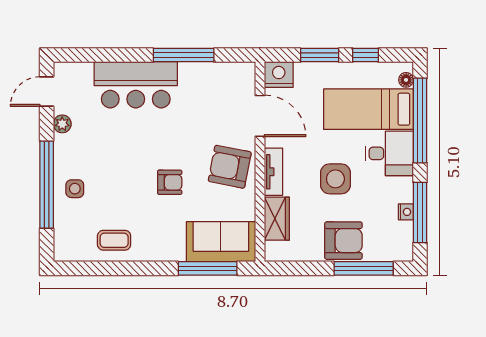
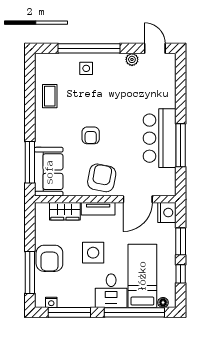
bar counter: (136, 85) -> (160, 138), moved
nightstand: (406, 212) -> (51, 302), moved

